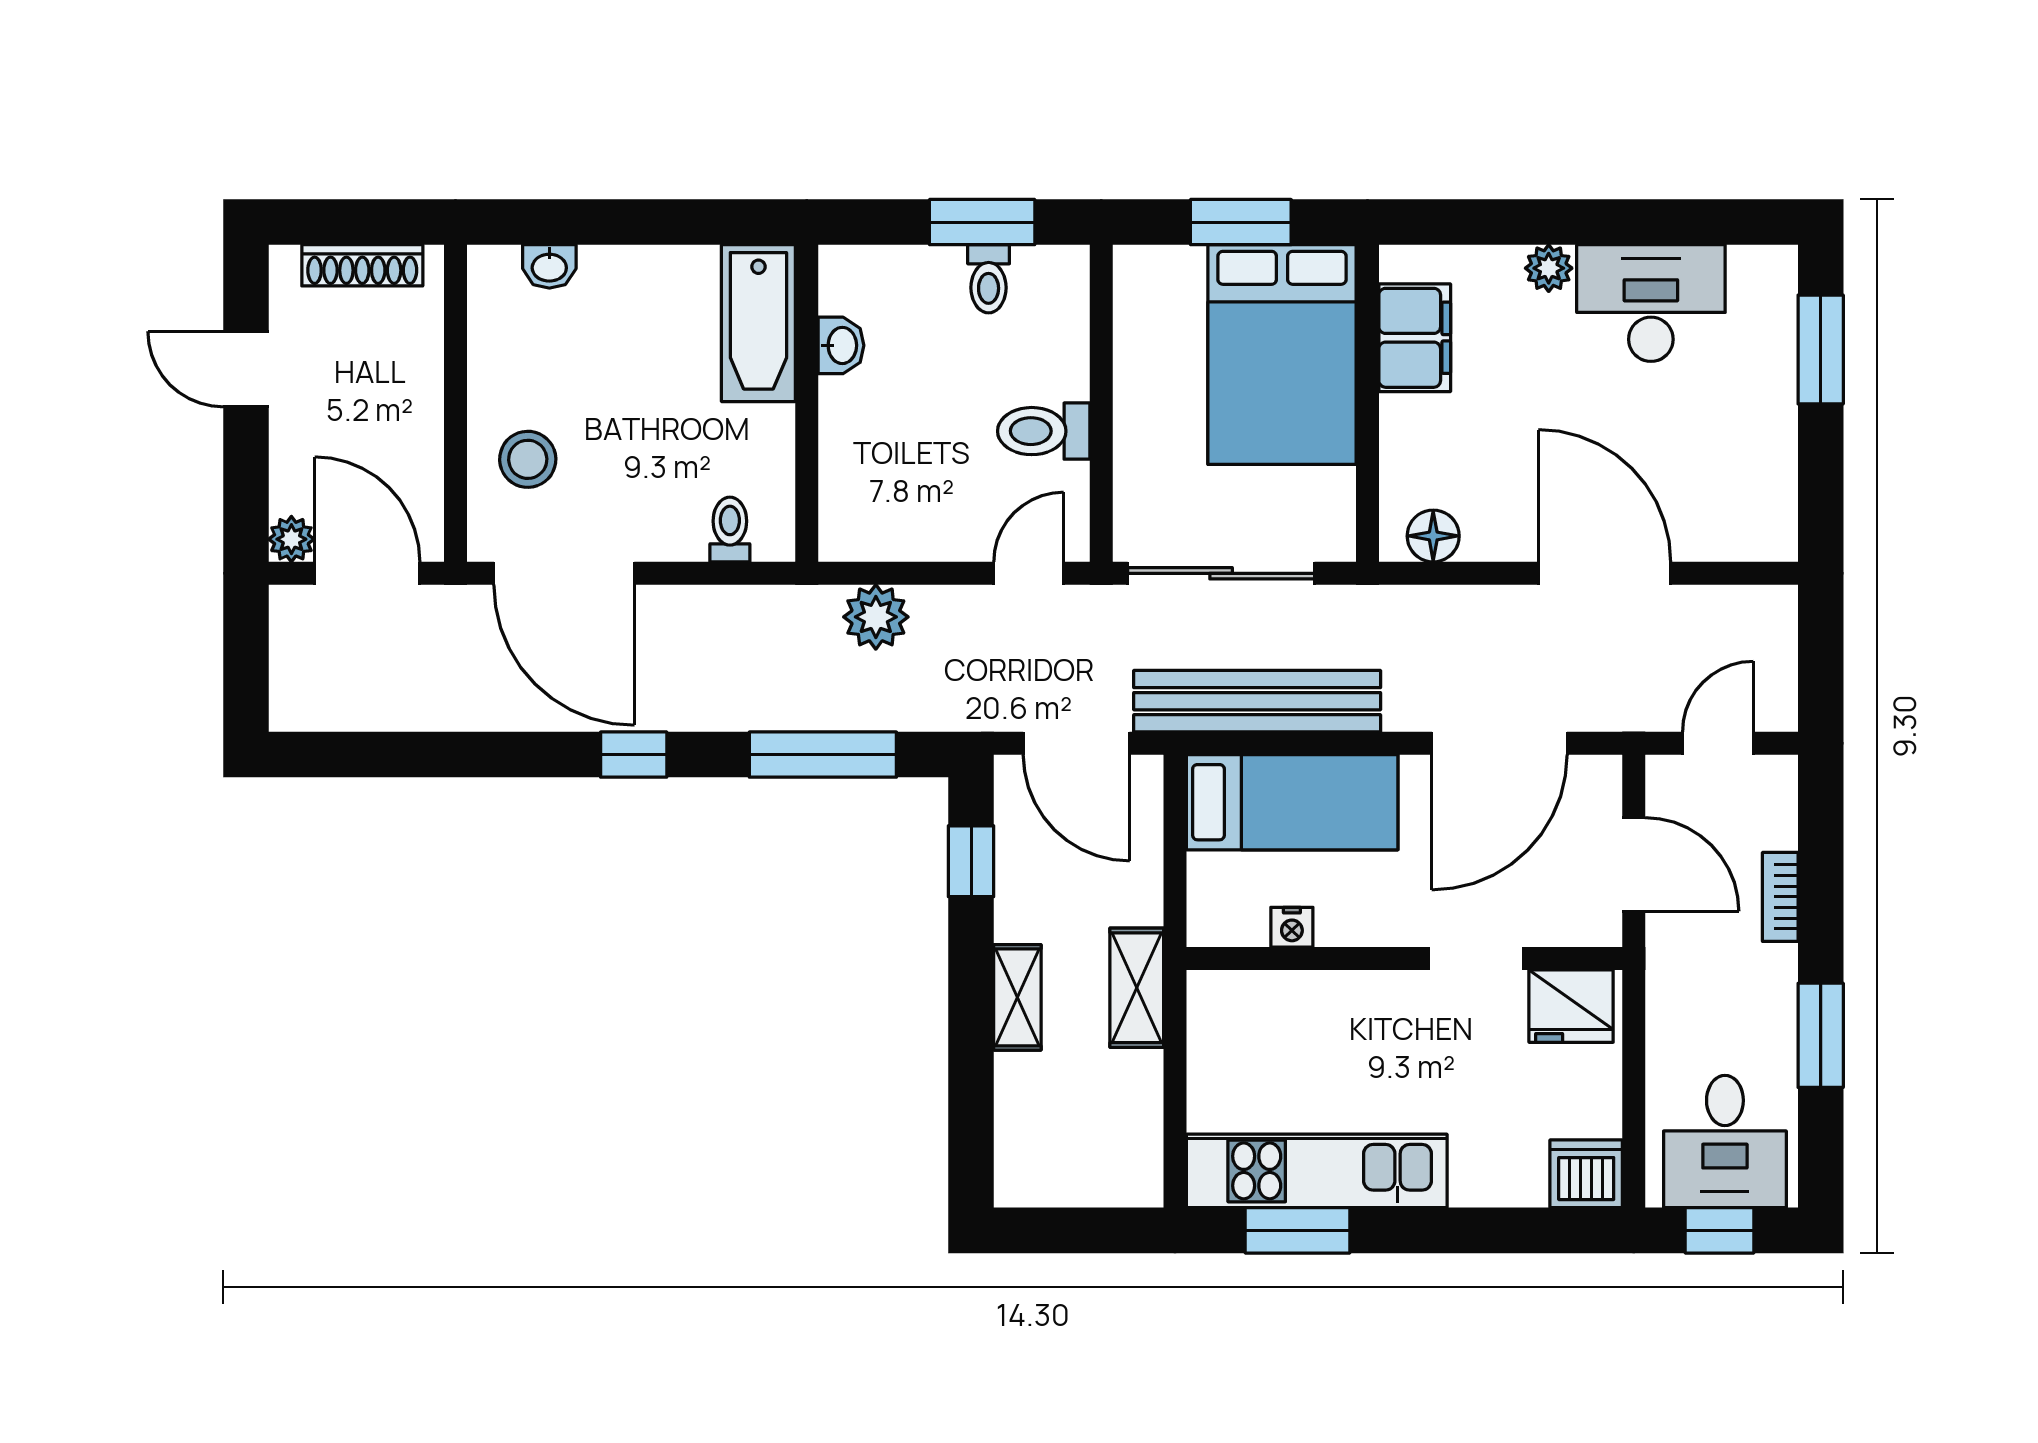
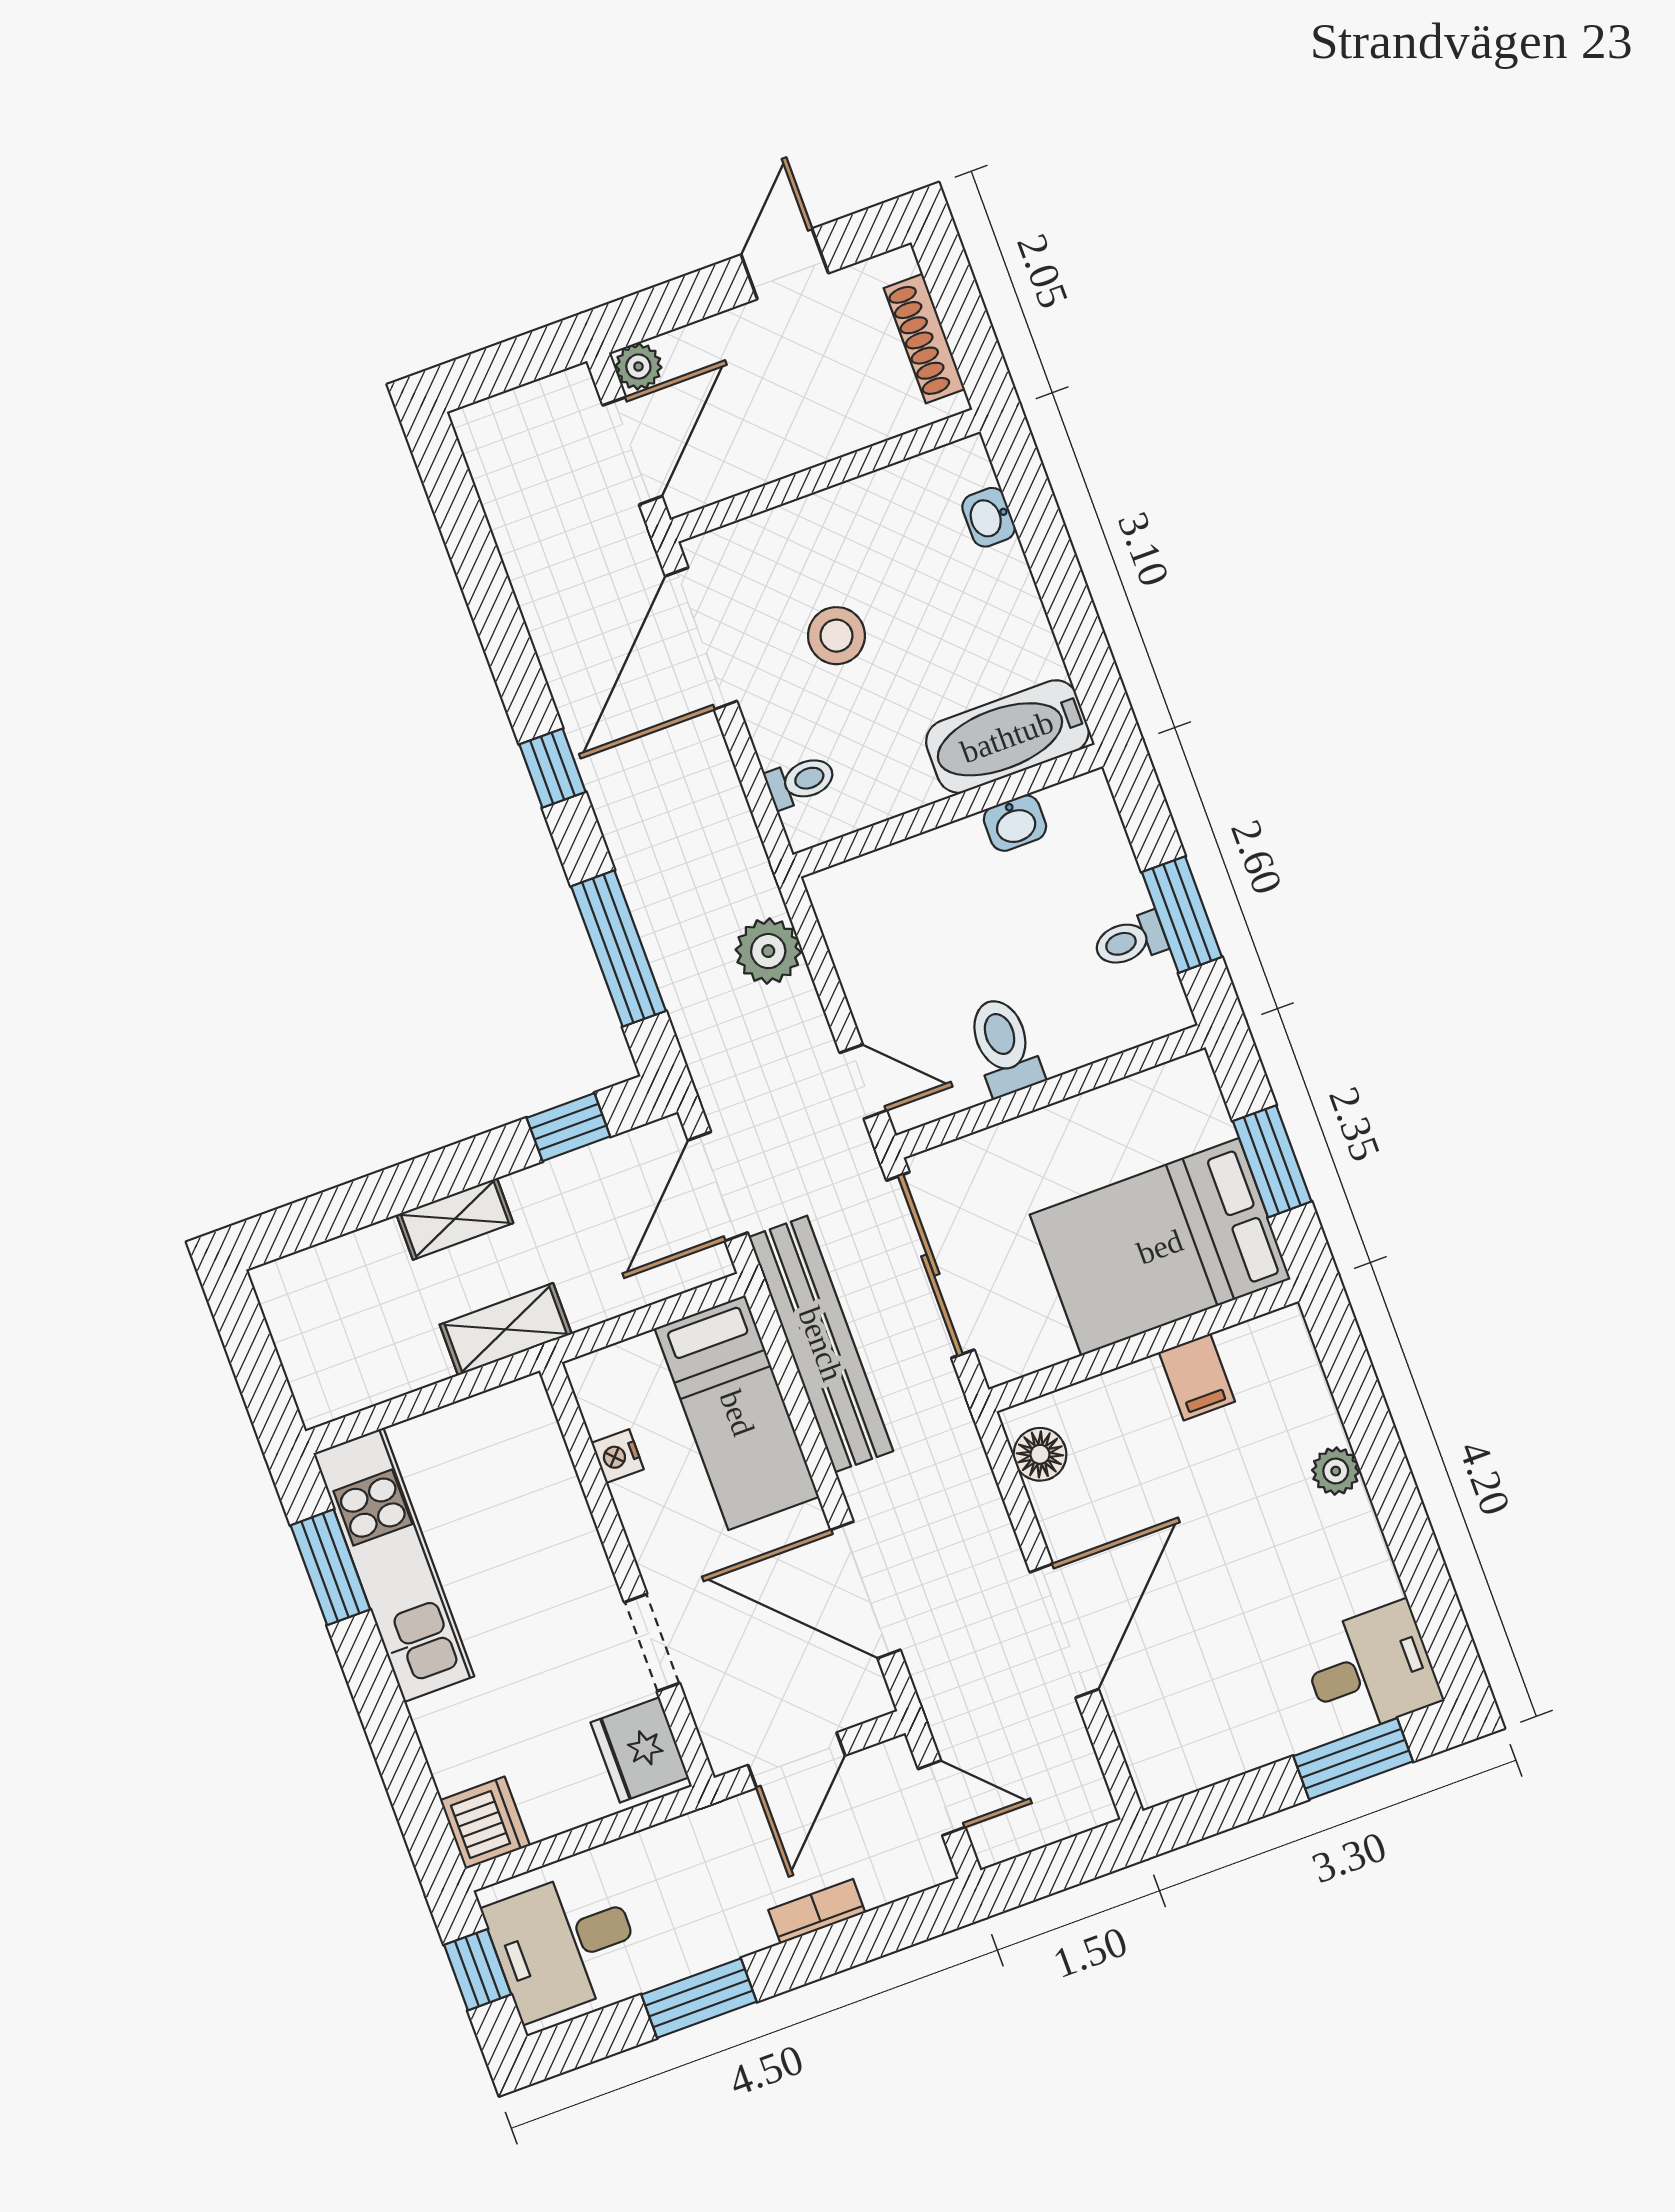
desk: (1651, 303) -> (1371, 1669), moved, width x0.73
filing cabinet: (1415, 338) -> (1197, 1377), width x0.50
stool: (528, 459) -> (836, 636), moved

